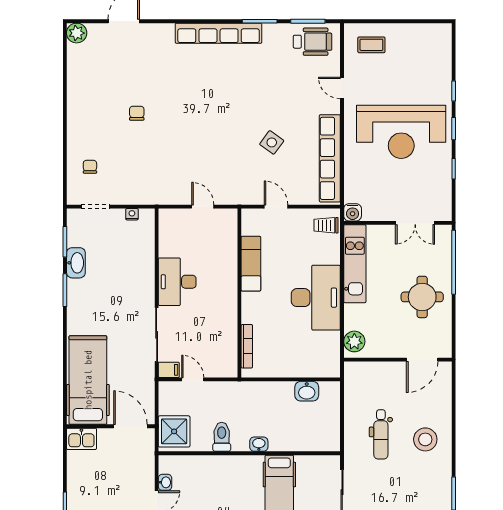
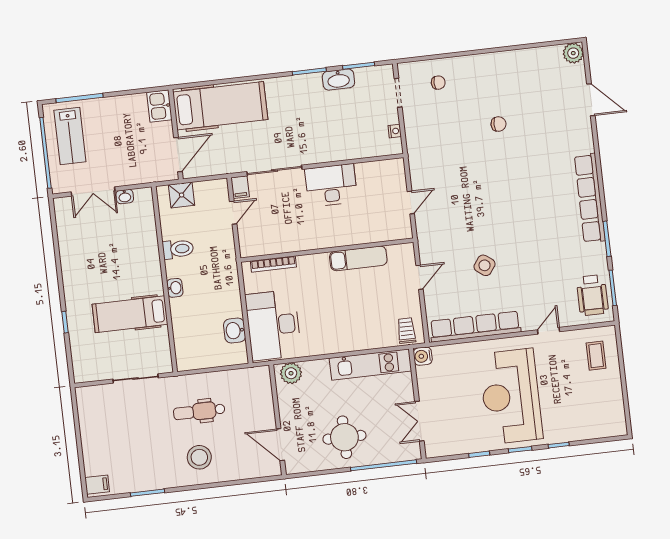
desk: (316, 298) -> (273, 325), moved, turned 90
shower: (174, 431) -> (182, 195), width x0.73, depth x0.73

